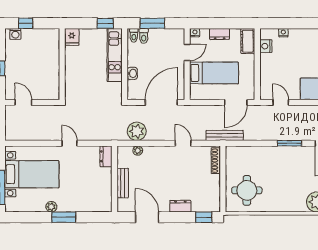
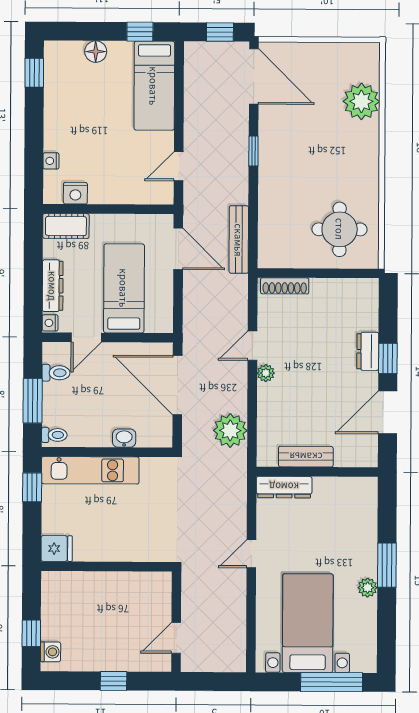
dresser: (220, 34) -> (53, 286), width x1.44
toilet: (144, 36) -> (56, 373), moved
door: (187, 52) -> (86, 337), swing flipped
bench: (225, 135) -> (239, 240), moved
window: (289, 143) -> (253, 151), width x0.67
plant: (138, 151) -> (266, 373), moved
dresser: (106, 156) -> (284, 487), width x1.44
bench: (123, 183) -> (306, 457), moved
window: (204, 217) -> (388, 358), moved

